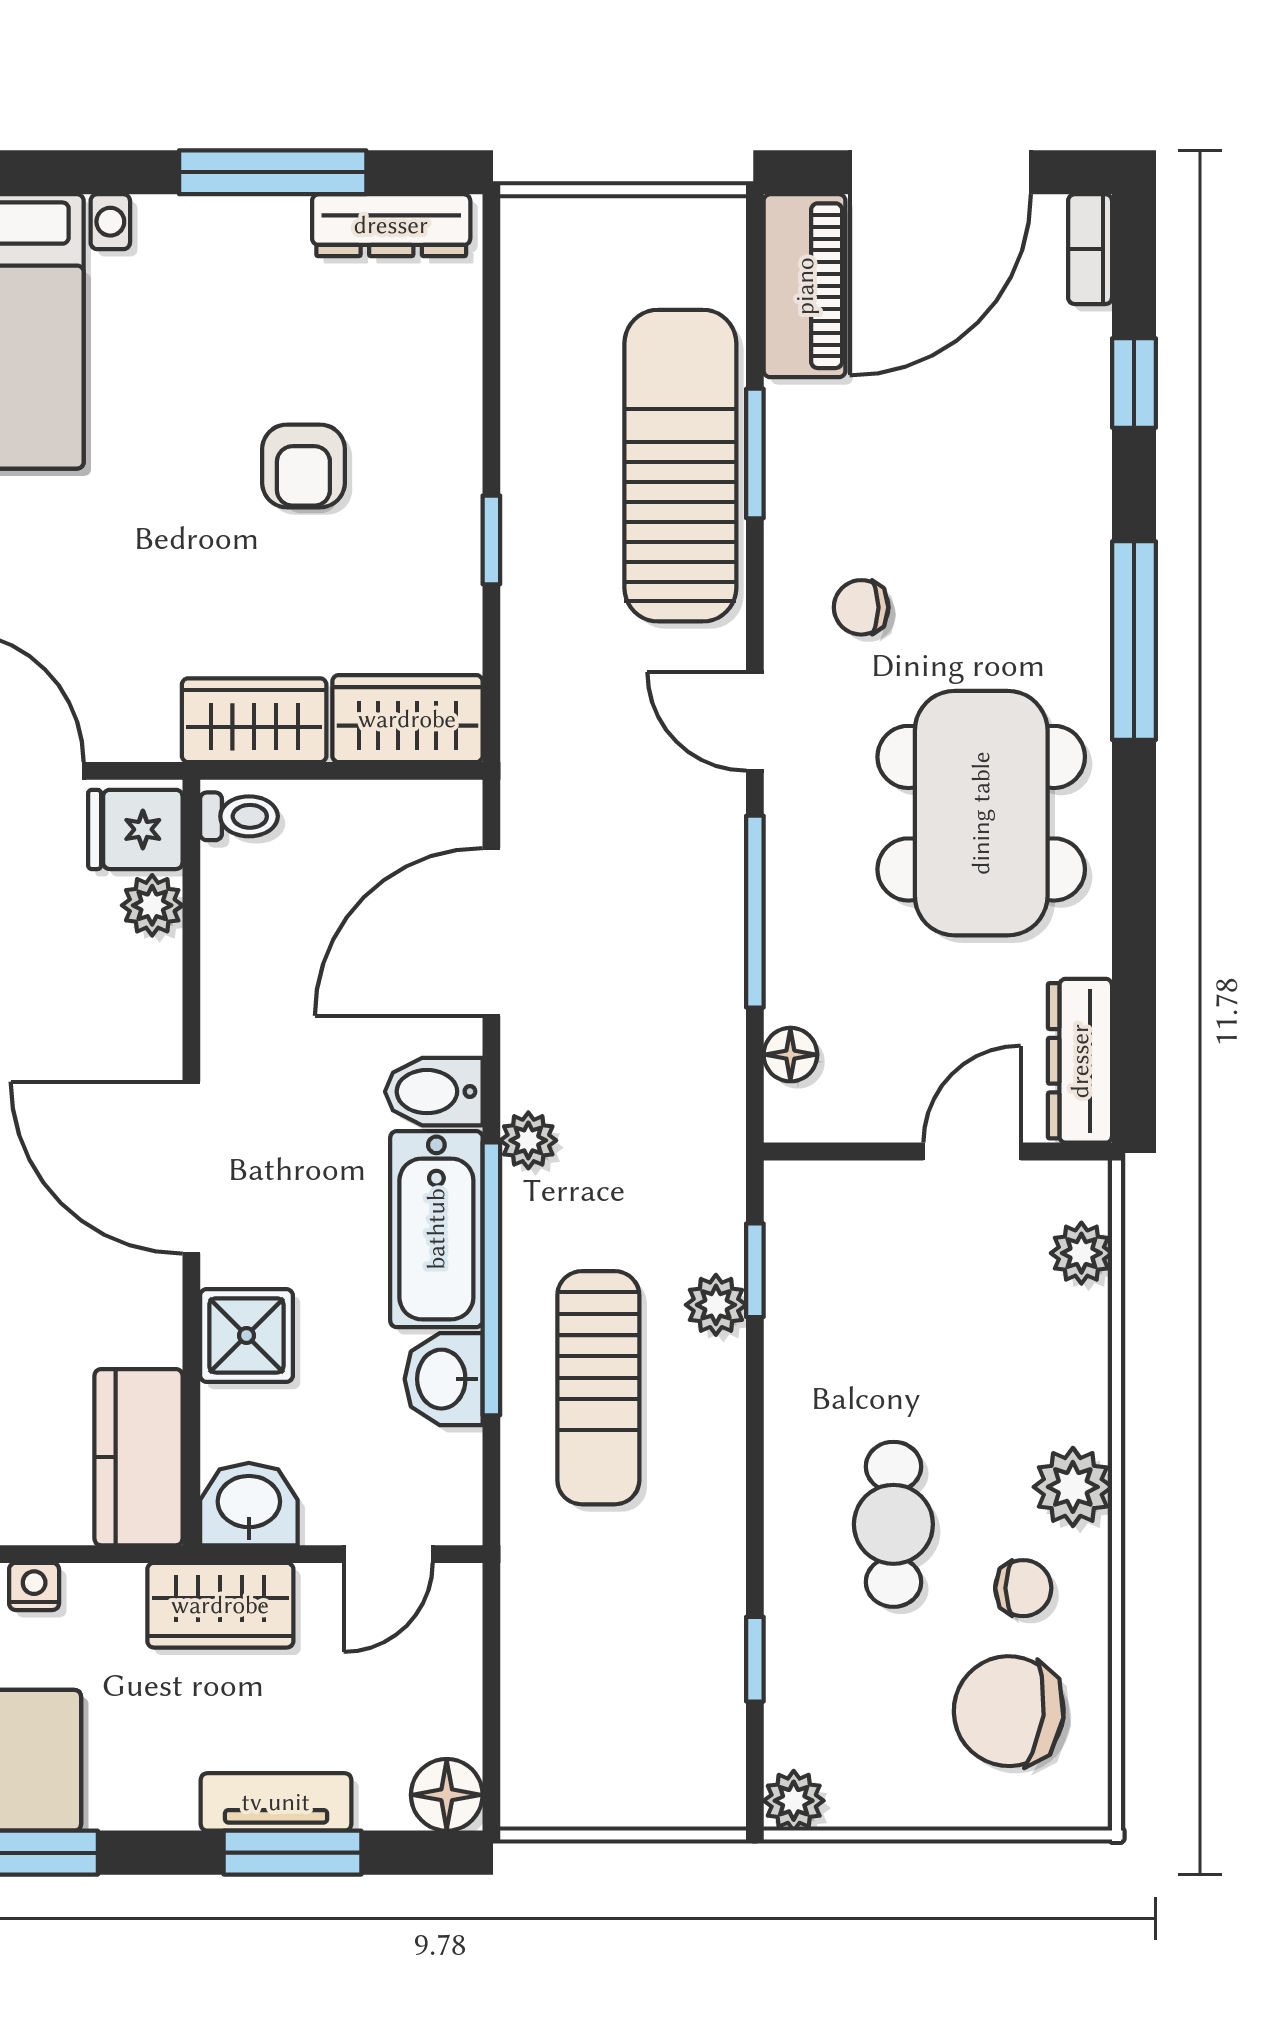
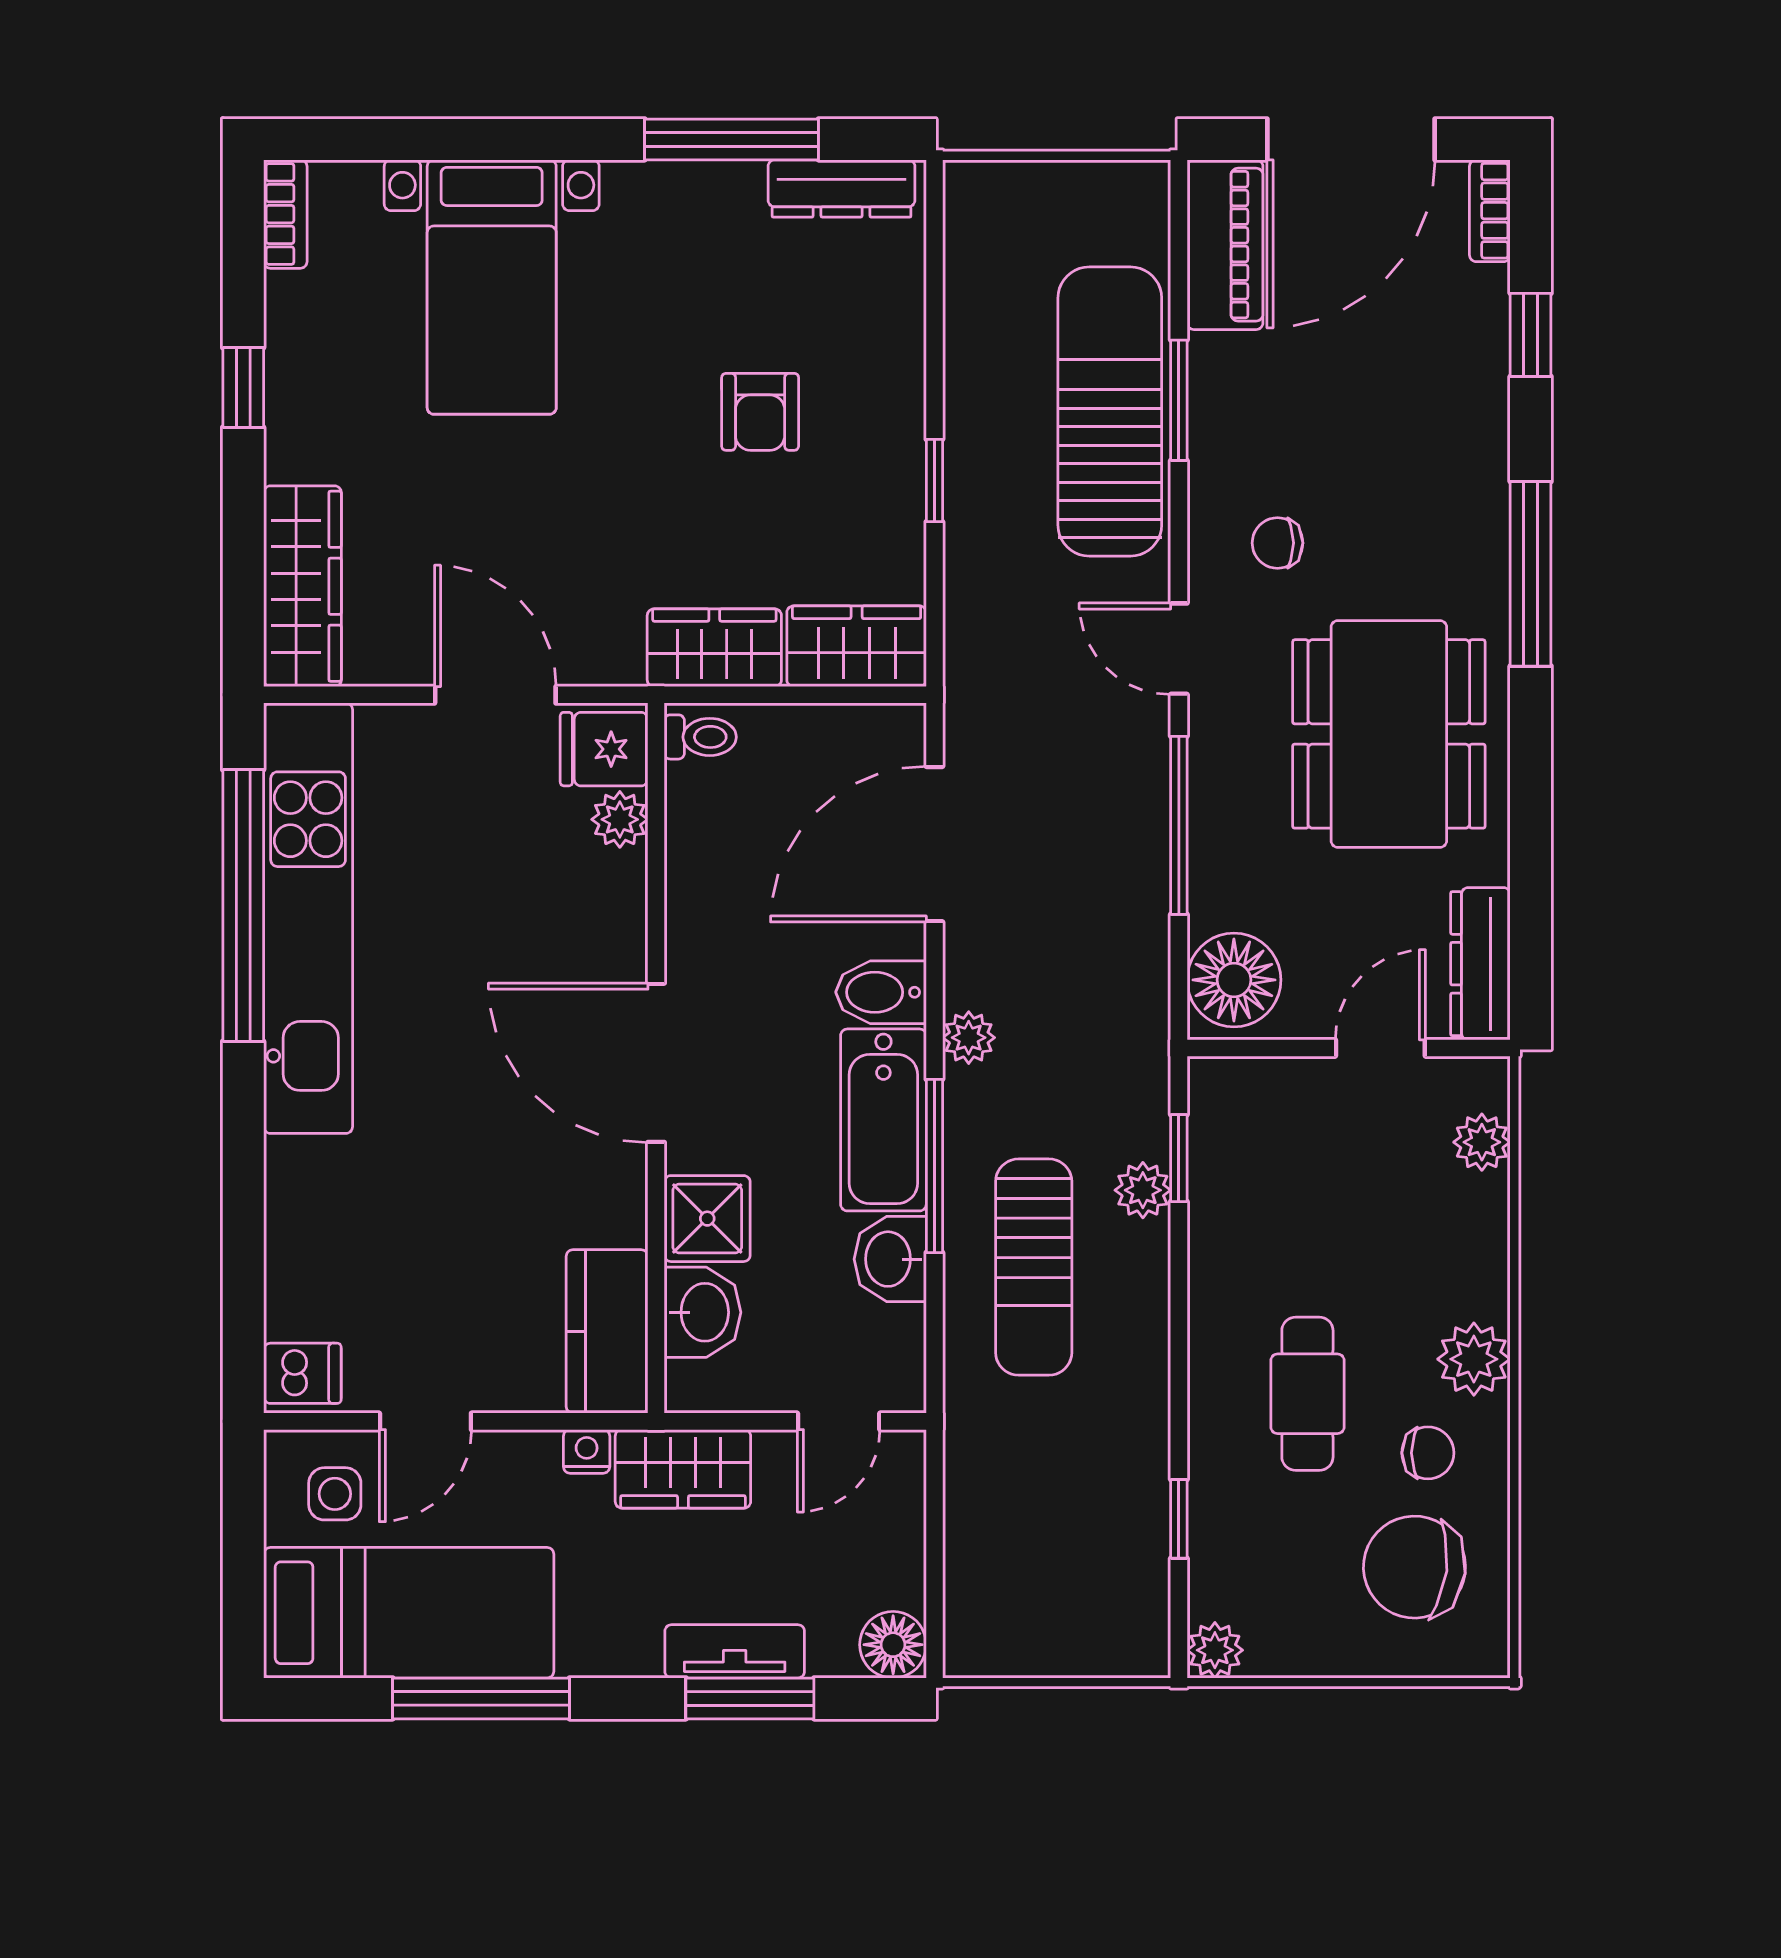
floor lamp: (790, 1055) -> (1234, 980), width x1.89, depth x1.89
window: (491, 1279) -> (934, 1166), width x0.68
washbasin: (249, 1504) -> (702, 1312), moved, turned 90
nightstand: (34, 1586) -> (587, 1451), moved

